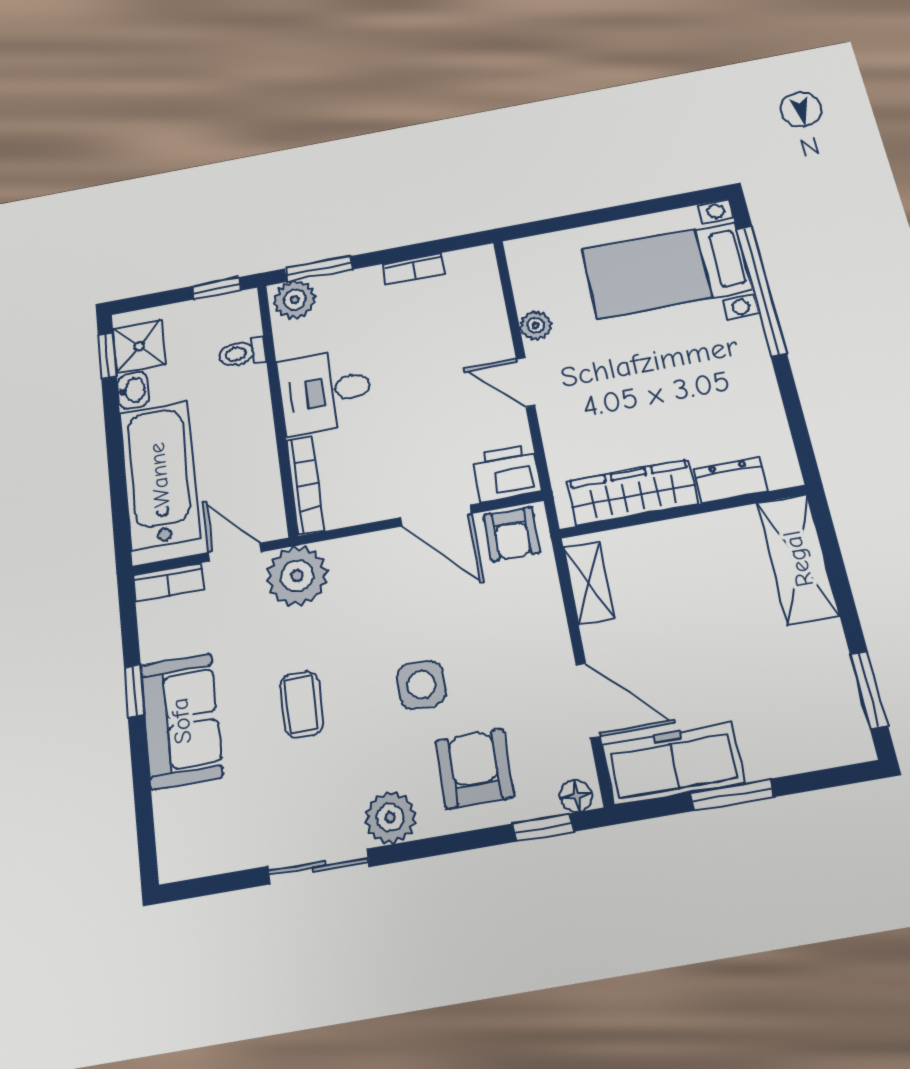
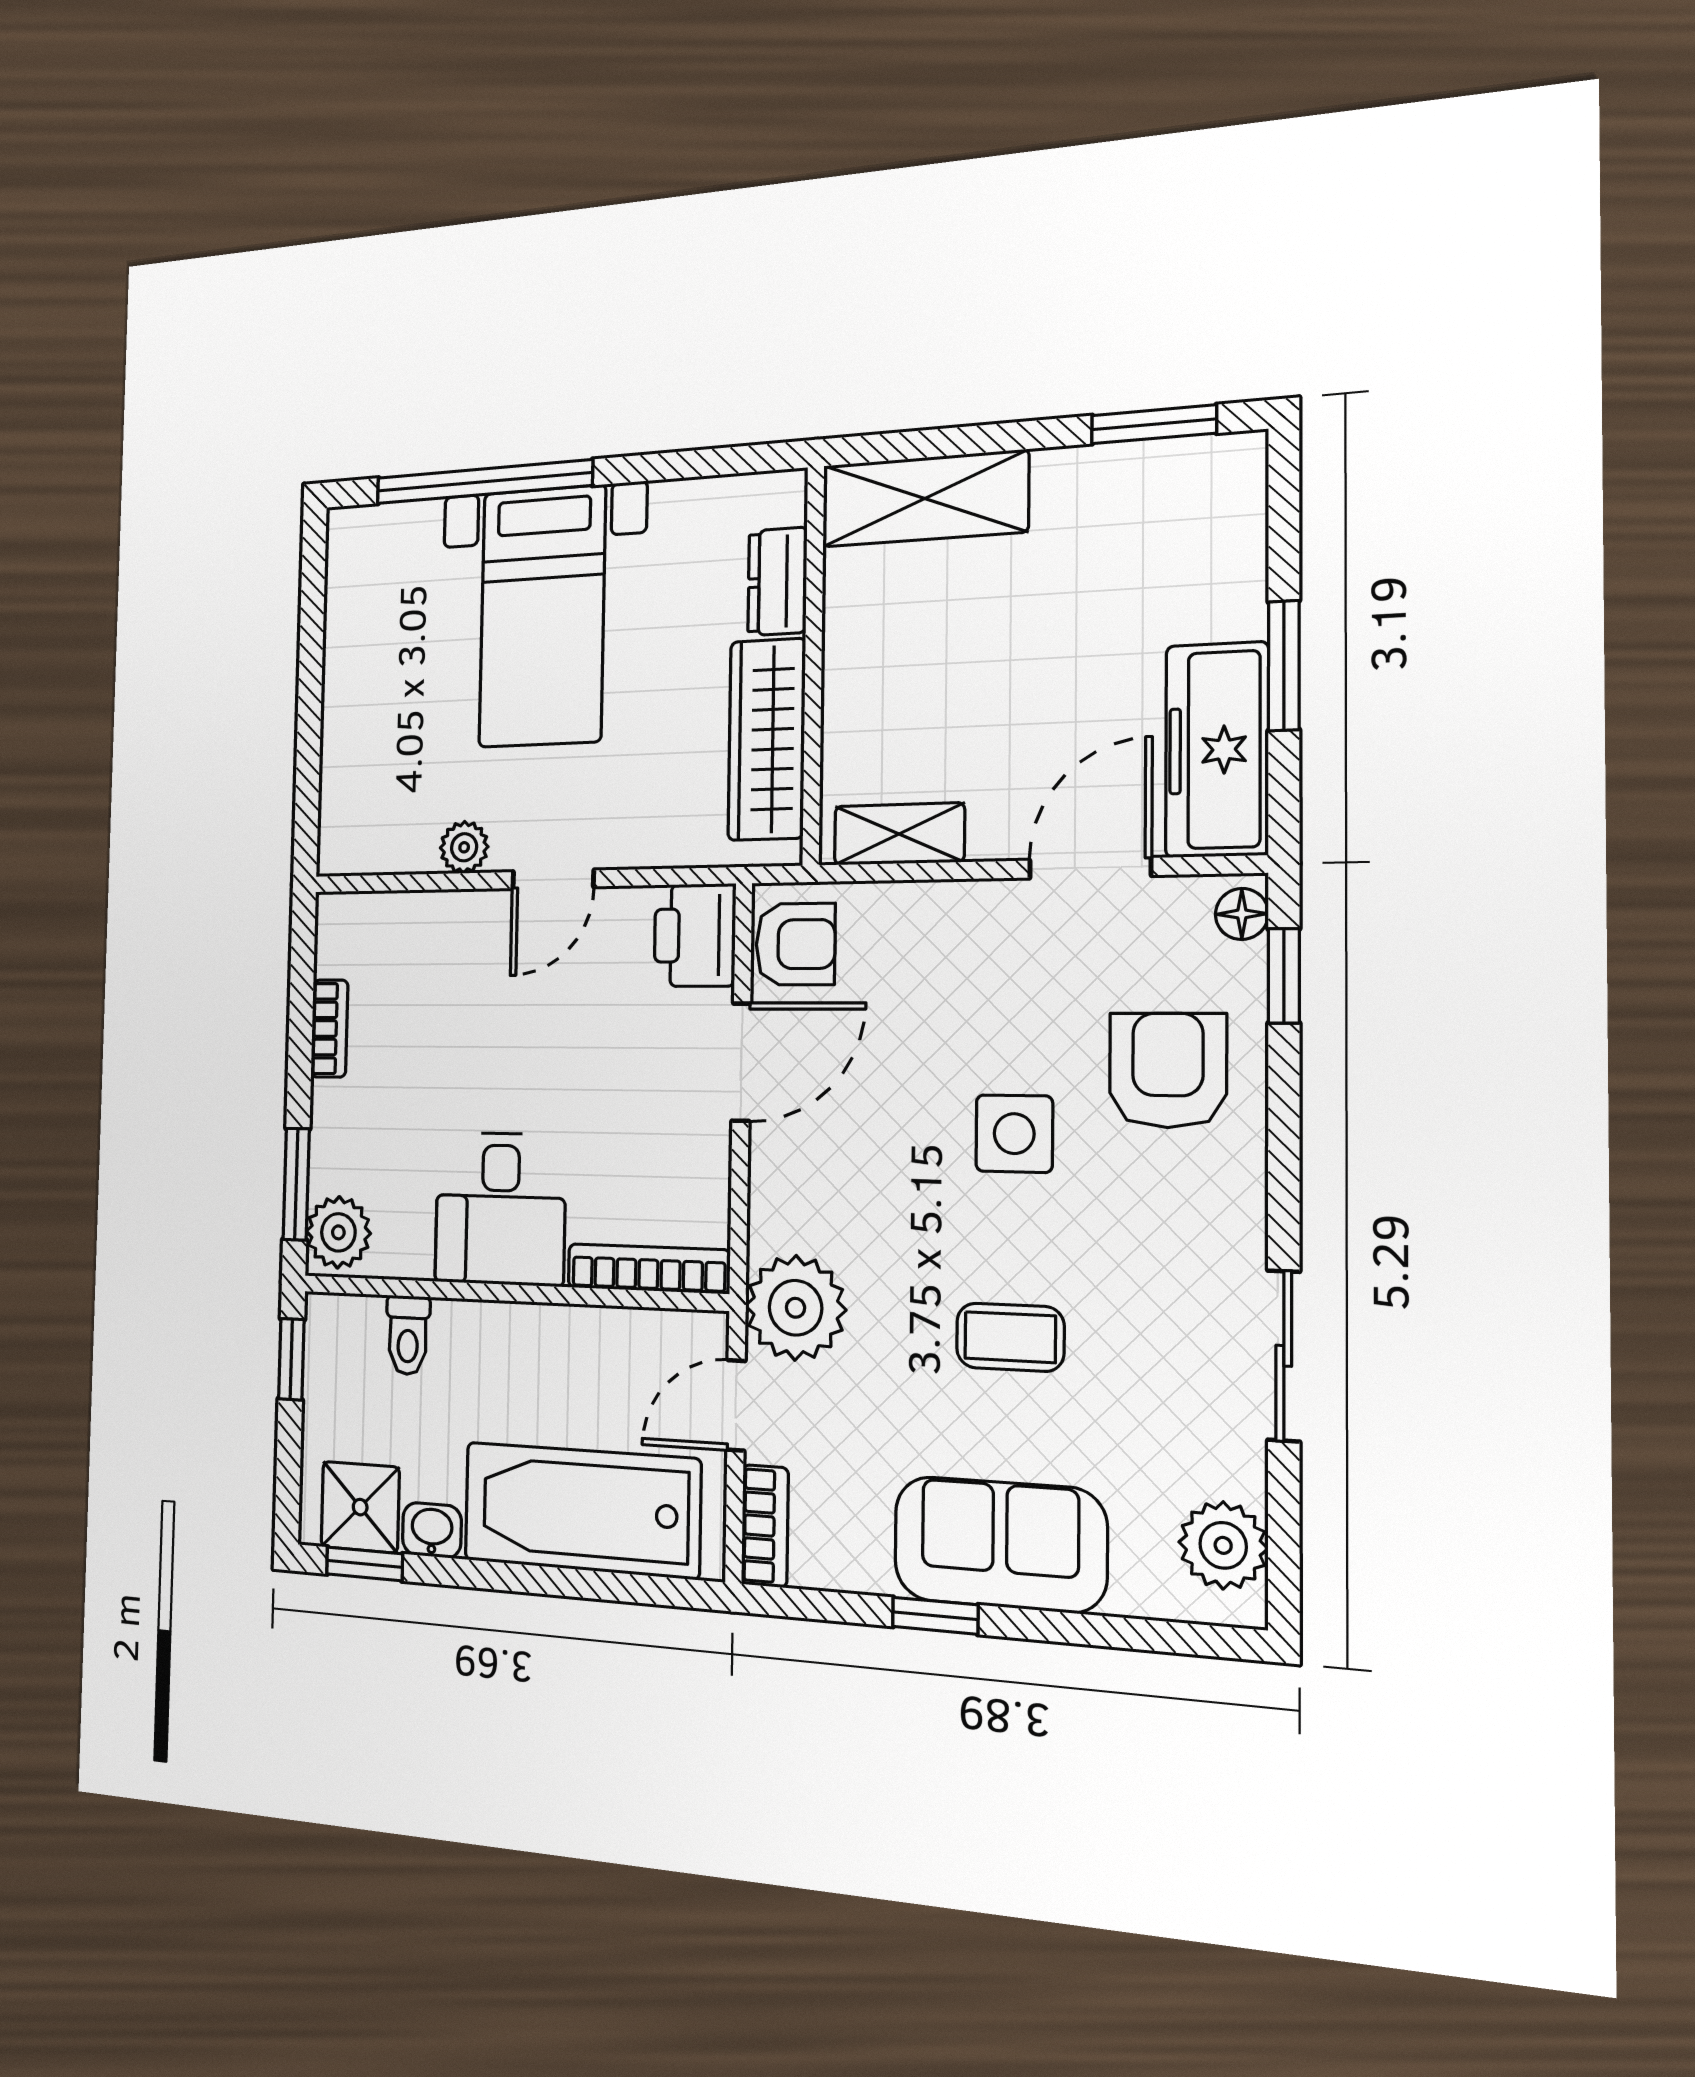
bed with nightstands: (666, 270) -> (542, 616), moved
armchair: (475, 769) -> (1168, 1070), turned 90
plant: (390, 818) -> (1223, 1545), moved

